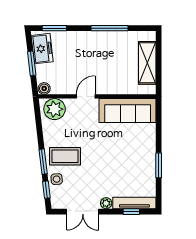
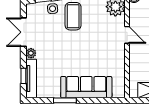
sofa: (128, 111) -> (86, 87), moved, turned 90

